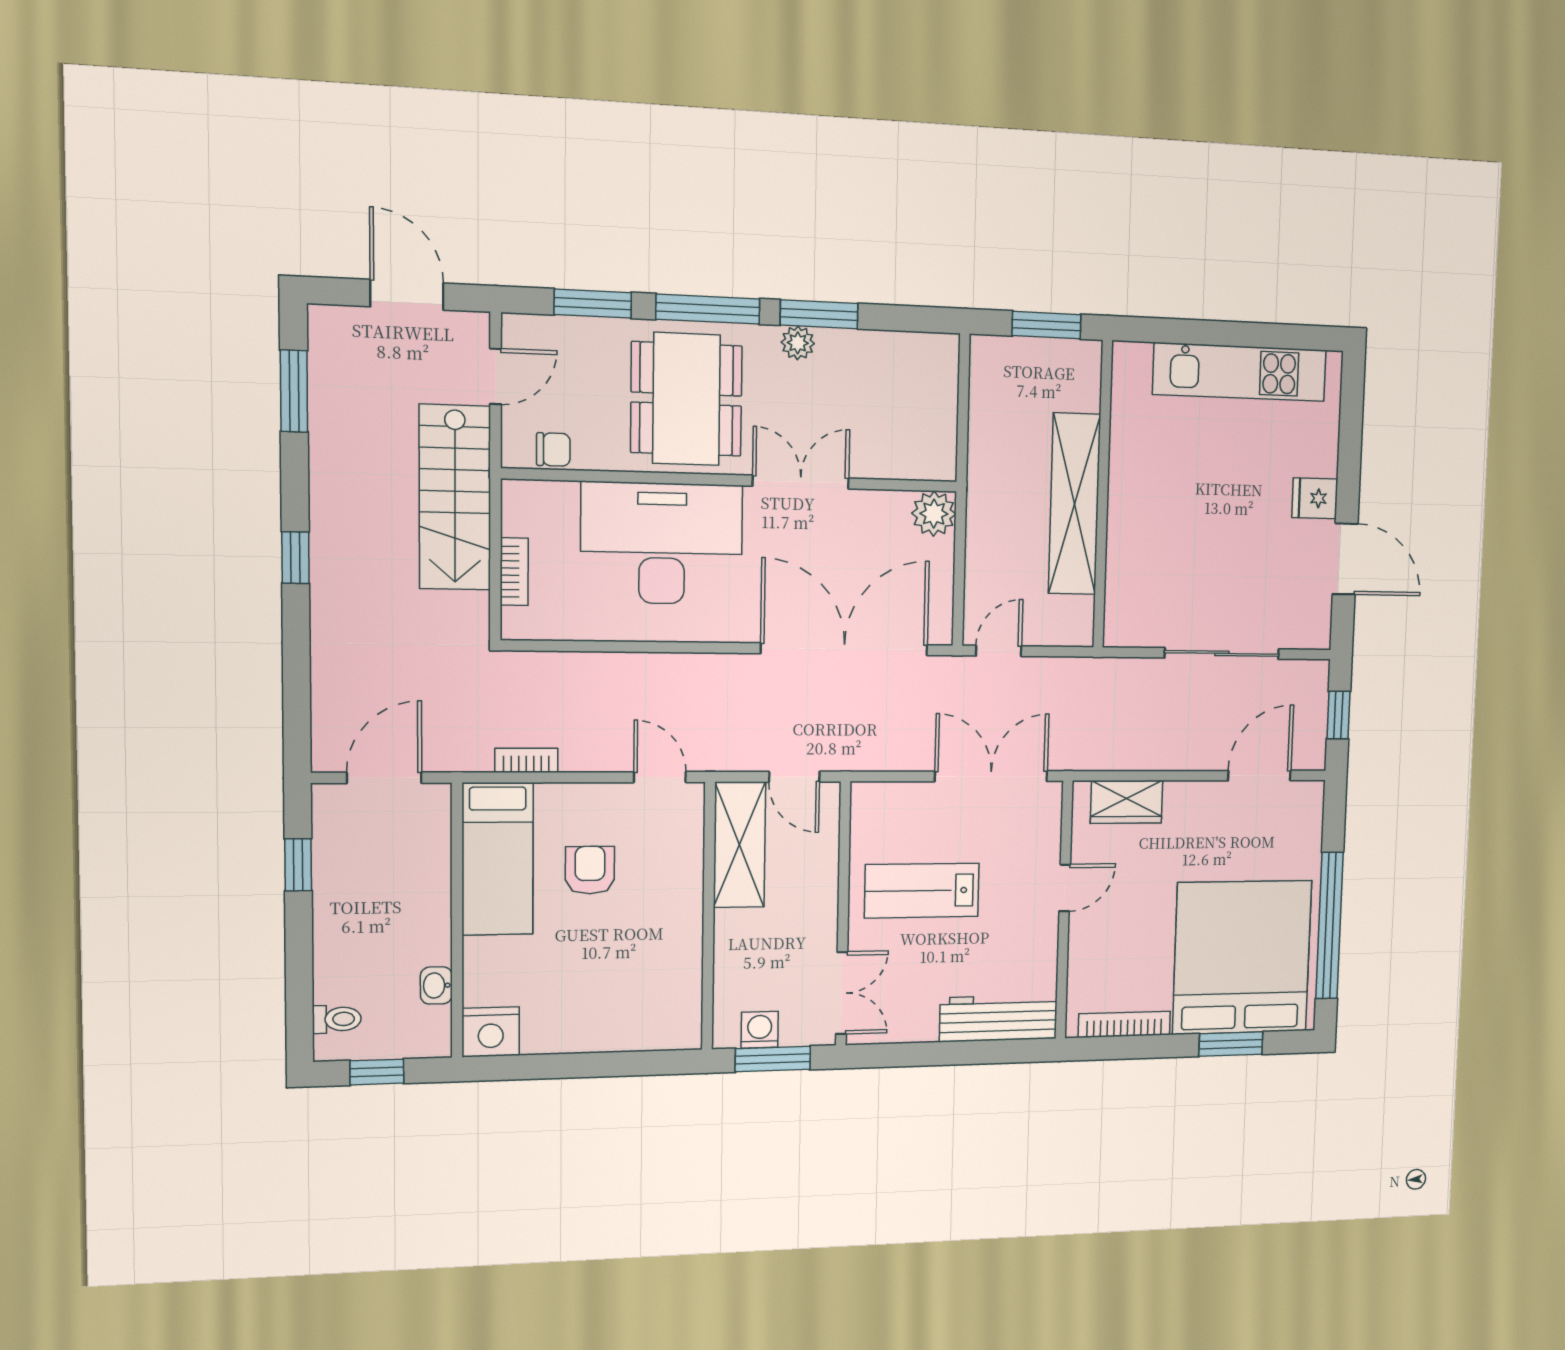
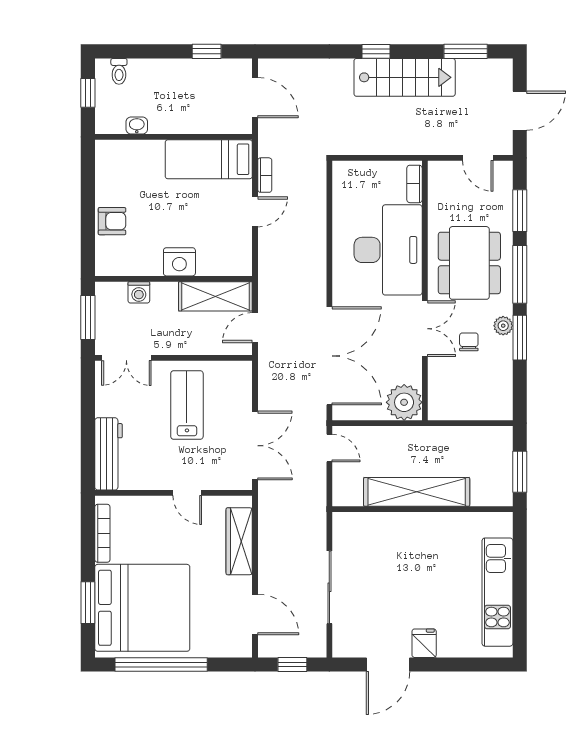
dining table: (686, 399) -> (469, 263), turned 90
chair: (553, 449) -> (469, 342), moved, turned 180
stairs: (455, 497) -> (405, 77), moved, turned 180
plant: (934, 514) -> (404, 402), width x1.36, depth x1.36
bookcase: (514, 572) -> (415, 184), moved, turned 90
door: (660, 777) -> (255, 212), moved
wardrobe: (1127, 802) -> (239, 541), width x1.50
armchair: (590, 870) -> (112, 221), moved
washing machine: (760, 1030) -> (139, 292), moved, turned 90
nightstand: (491, 1032) -> (179, 262), moved, turned -90

